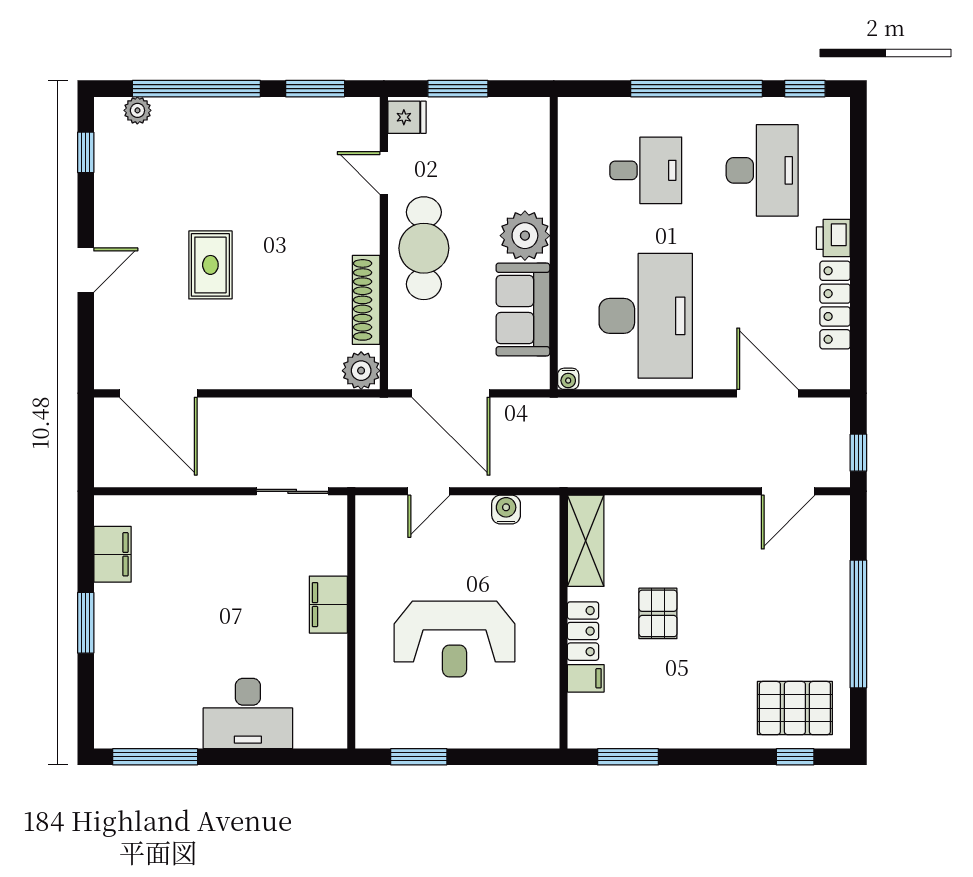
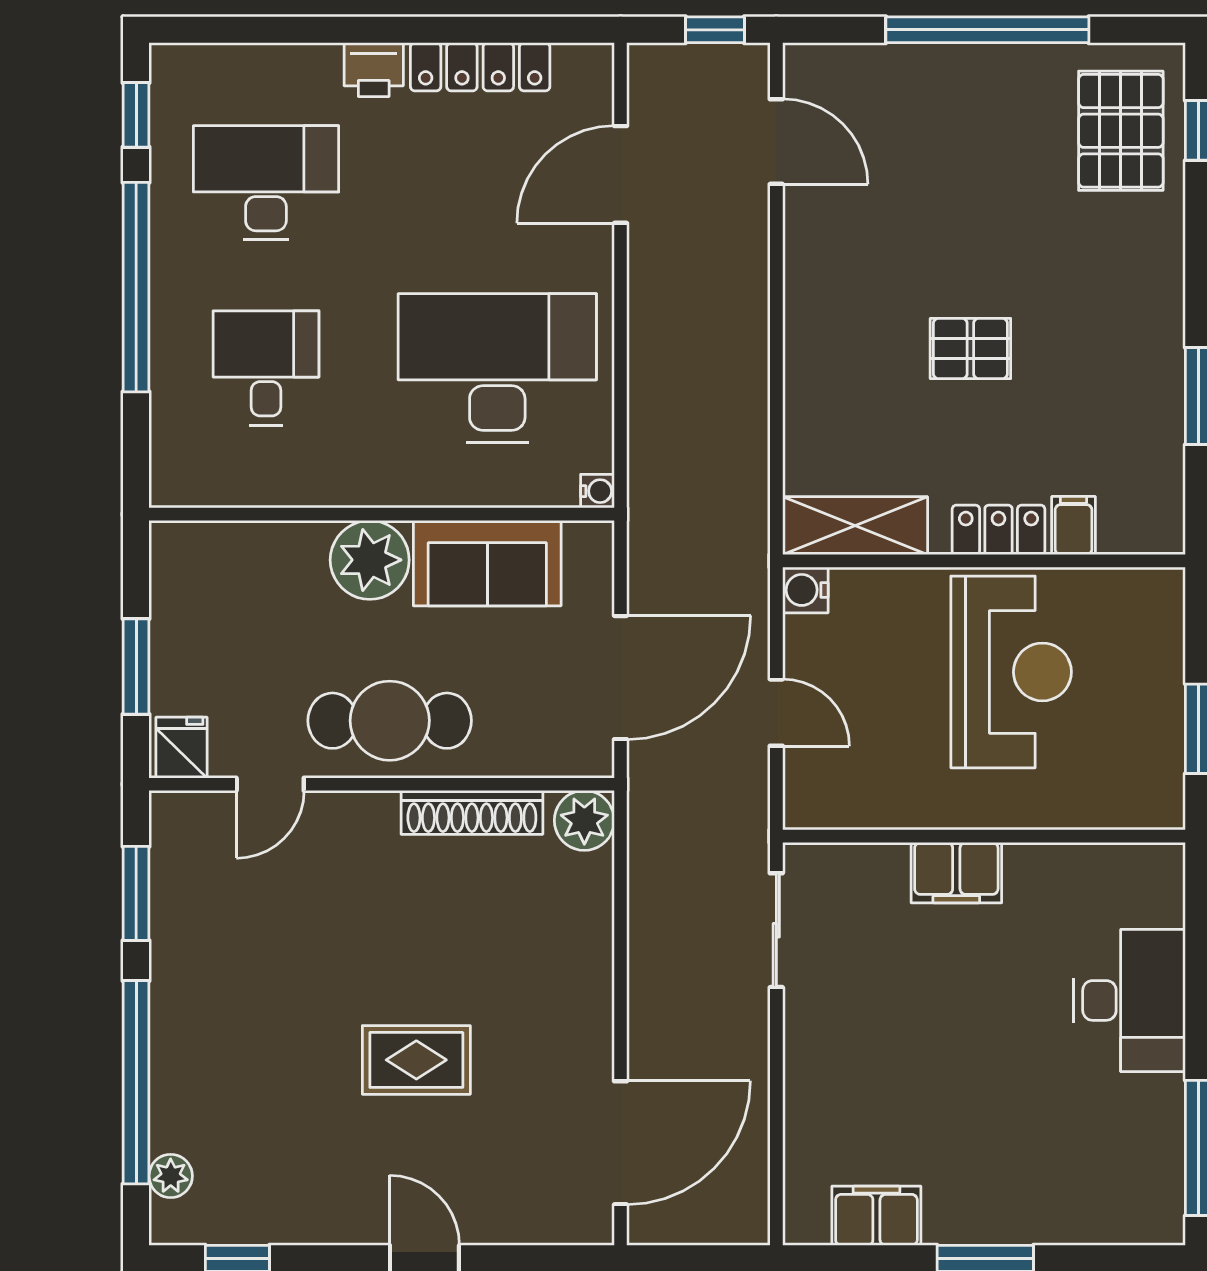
shelving: (586, 541) -> (855, 526), moved
wall: (563, 622) -> (984, 561), moved
locker: (583, 631) -> (998, 530), moved
filing cabinet: (586, 678) -> (1074, 526), moved

